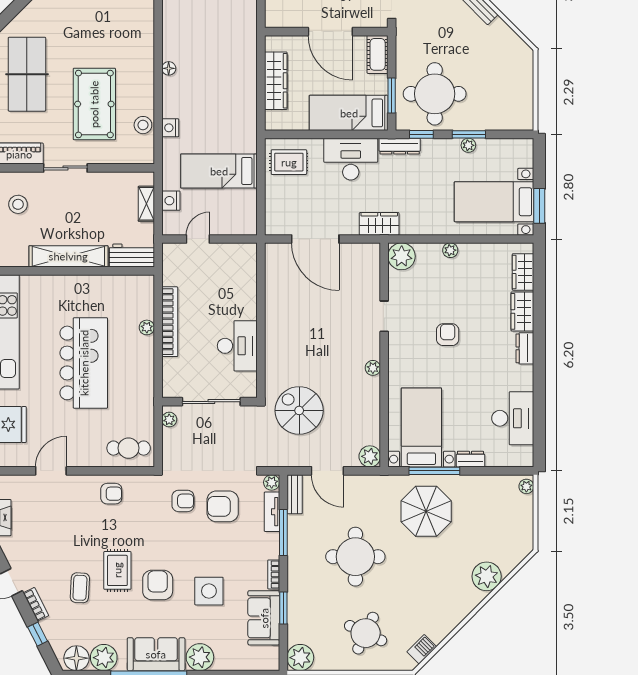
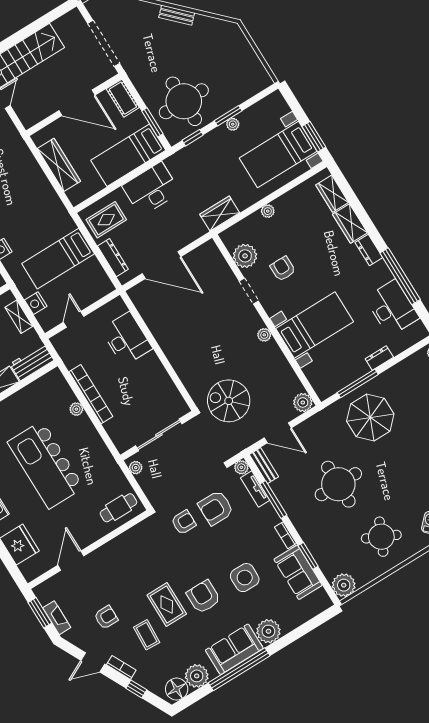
dresser: (400, 146) -> (113, 258), moved, turned -90
wardrobe: (379, 224) -> (220, 213), moved
plant: (402, 256) -> (245, 256), moved
armchair: (448, 335) -> (283, 269), moved
desk: (237, 346) -> (126, 339), moved
kitchen island: (84, 363) -> (46, 465), turned 180
window: (539, 392) -> (400, 276), added
bed with nightstands: (421, 427) -> (315, 325), moved, turned 90
armchair: (111, 494) -> (106, 617), moved

